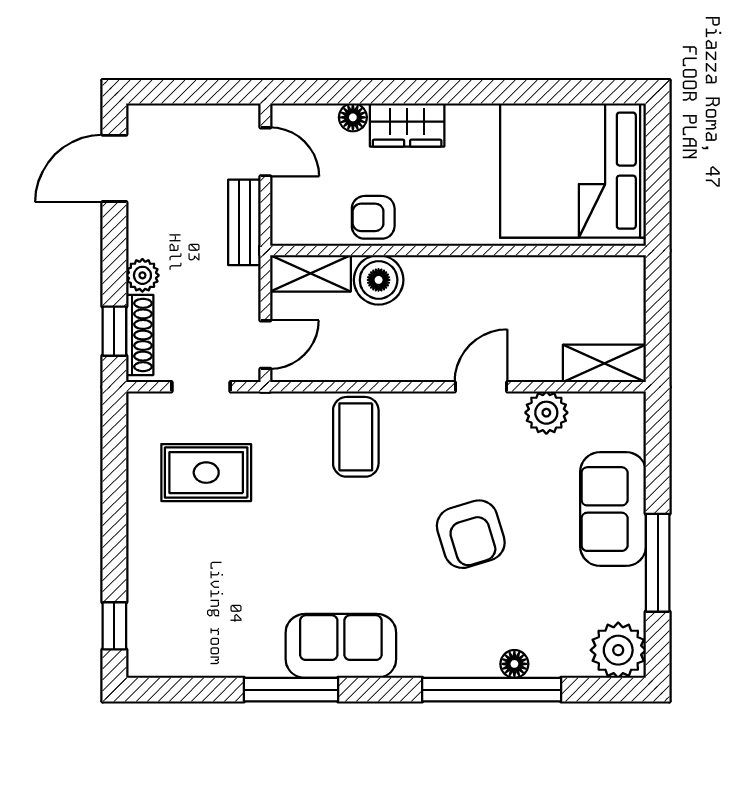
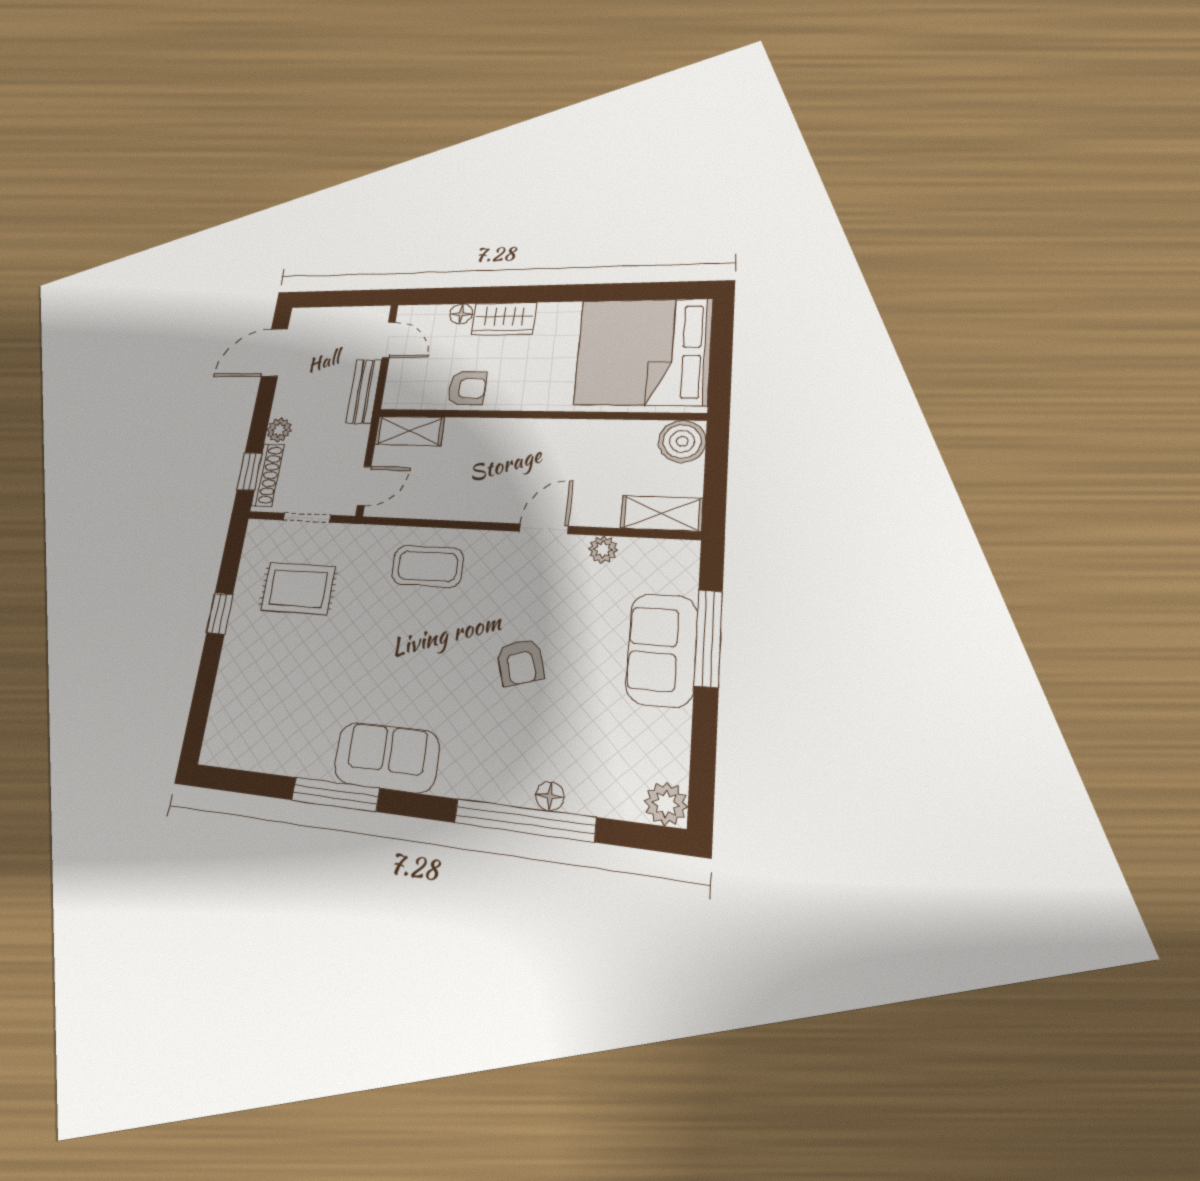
armchair: (373, 217) -> (467, 388), turned 180
boiler: (379, 280) -> (682, 441), moved
plant: (546, 413) -> (603, 550), width x0.73, depth x0.73
coffee table: (356, 437) -> (428, 566), turned 90
armchair: (471, 534) -> (520, 662), width x0.72, depth x0.72
window: (658, 563) -> (708, 638), moved
window: (114, 626) -> (220, 614), moved
plant: (618, 650) -> (666, 804), width x0.73, depth x0.73

